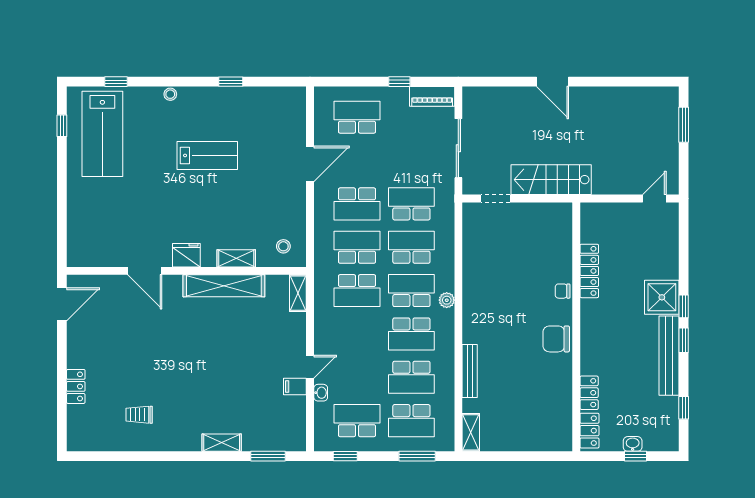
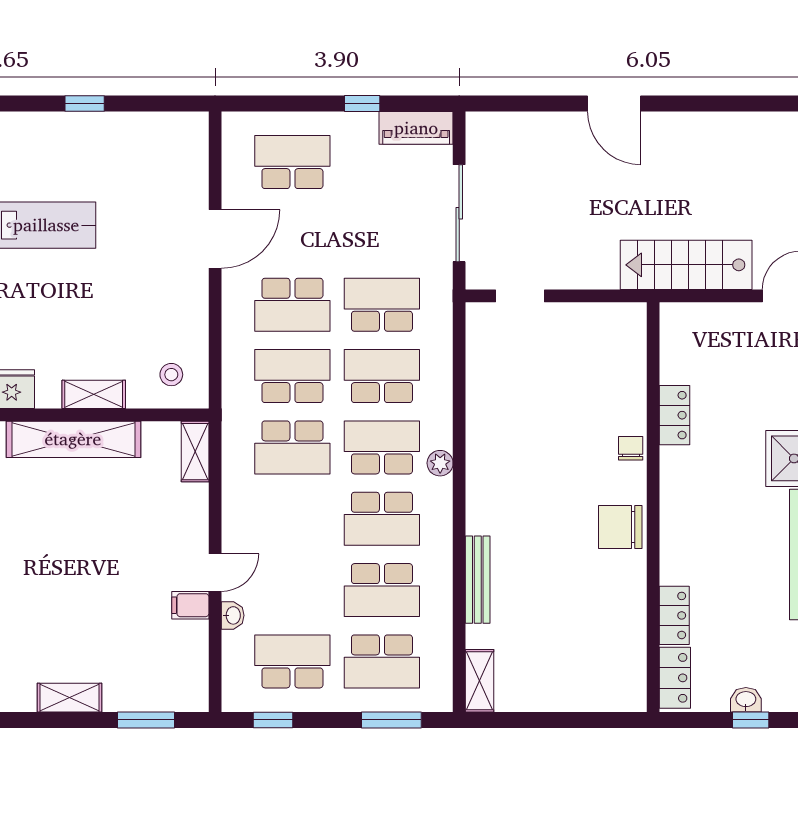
stairs: (551, 180) -> (686, 265), moved
locker: (589, 271) -> (675, 415), width x0.66
chair: (563, 291) -> (631, 448), turned 90

